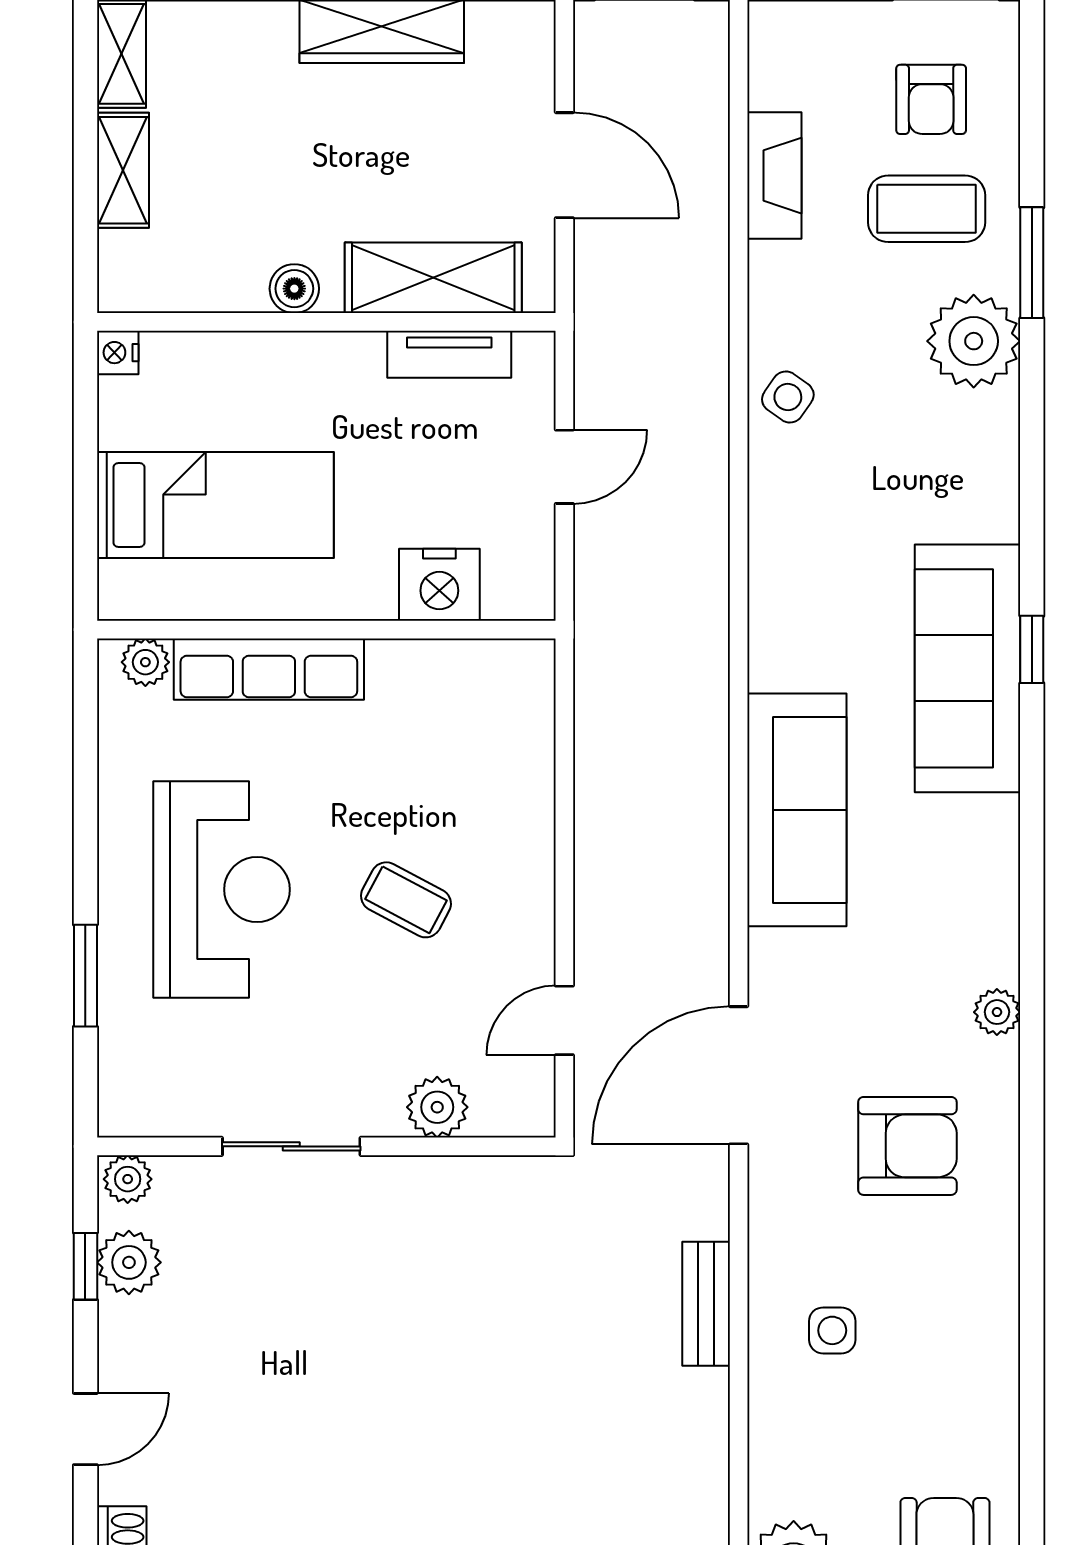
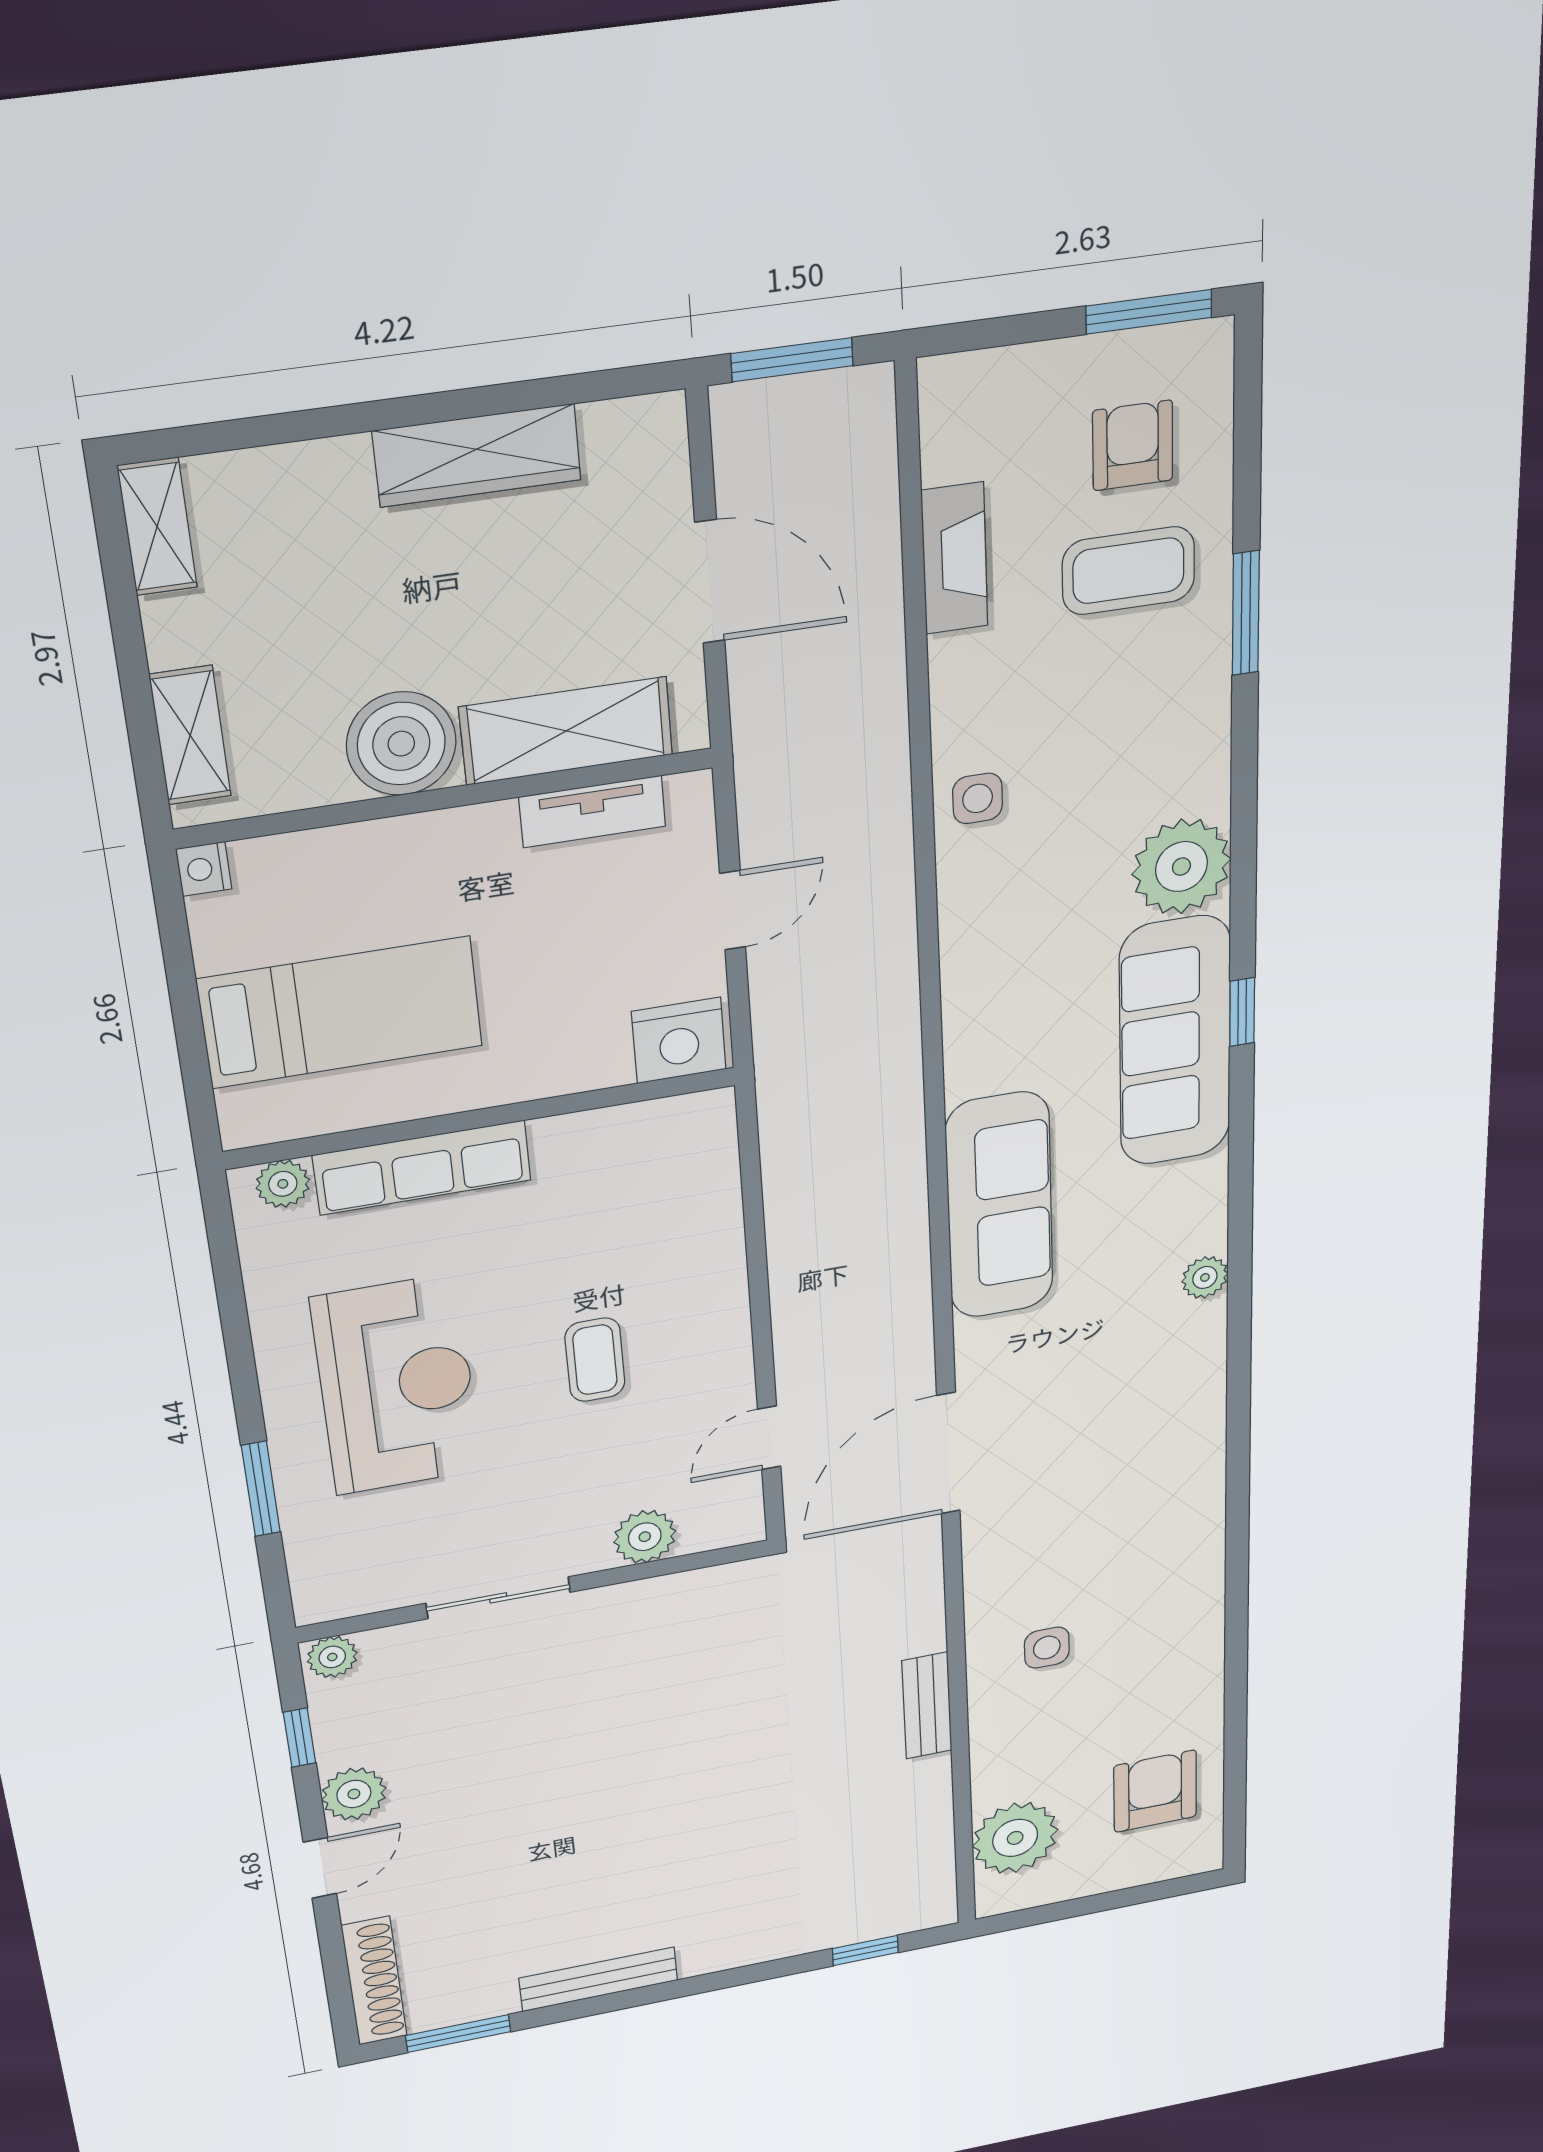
armchair: (931, 99) -> (1133, 445), turned 180
shelving: (123, 170) -> (190, 735), moved
boiler: (294, 289) -> (401, 744), width x1.86, depth x1.86
plant: (974, 341) -> (1181, 867), moved
side table: (788, 397) -> (978, 798), turned -35
nightstand: (439, 585) -> (679, 1040), moved
coffee table: (406, 900) -> (595, 1360), turned 62
plant: (997, 1012) -> (1205, 1277), moved
armchair: (907, 1146) -> (1117, 1483), removed
plant: (129, 1262) -> (354, 1794), moved
bench: (706, 1304) -> (927, 1706), moved

